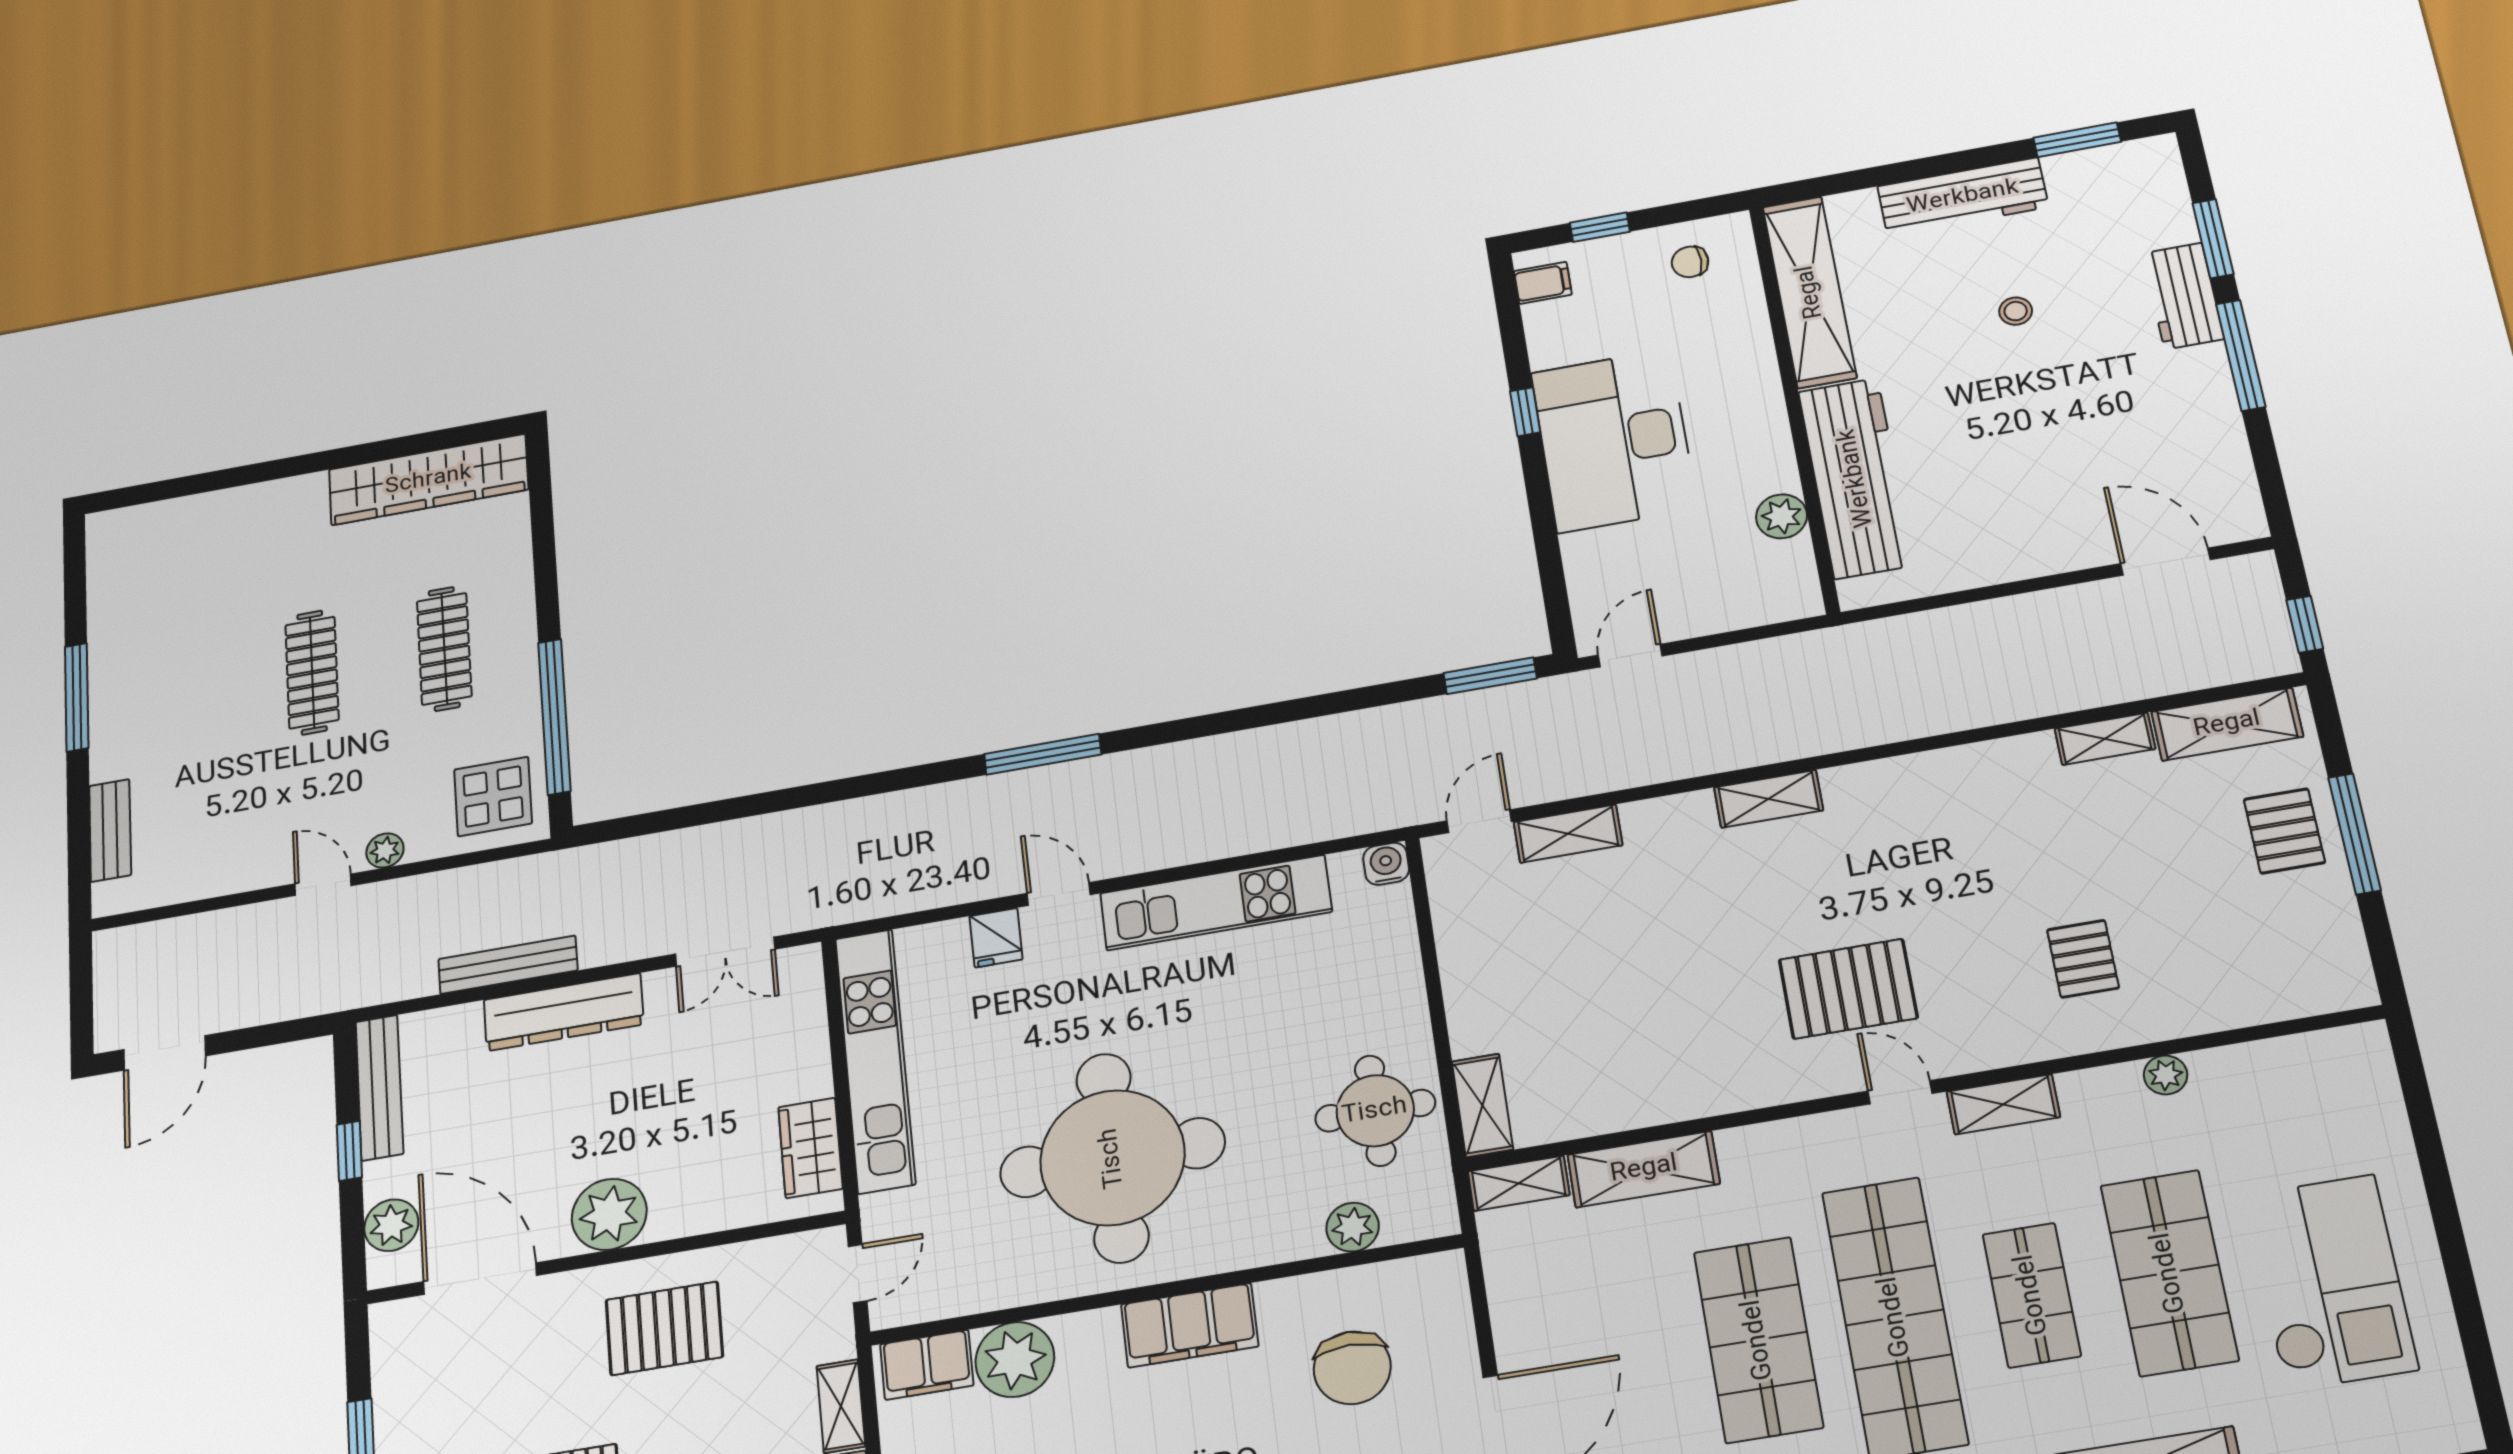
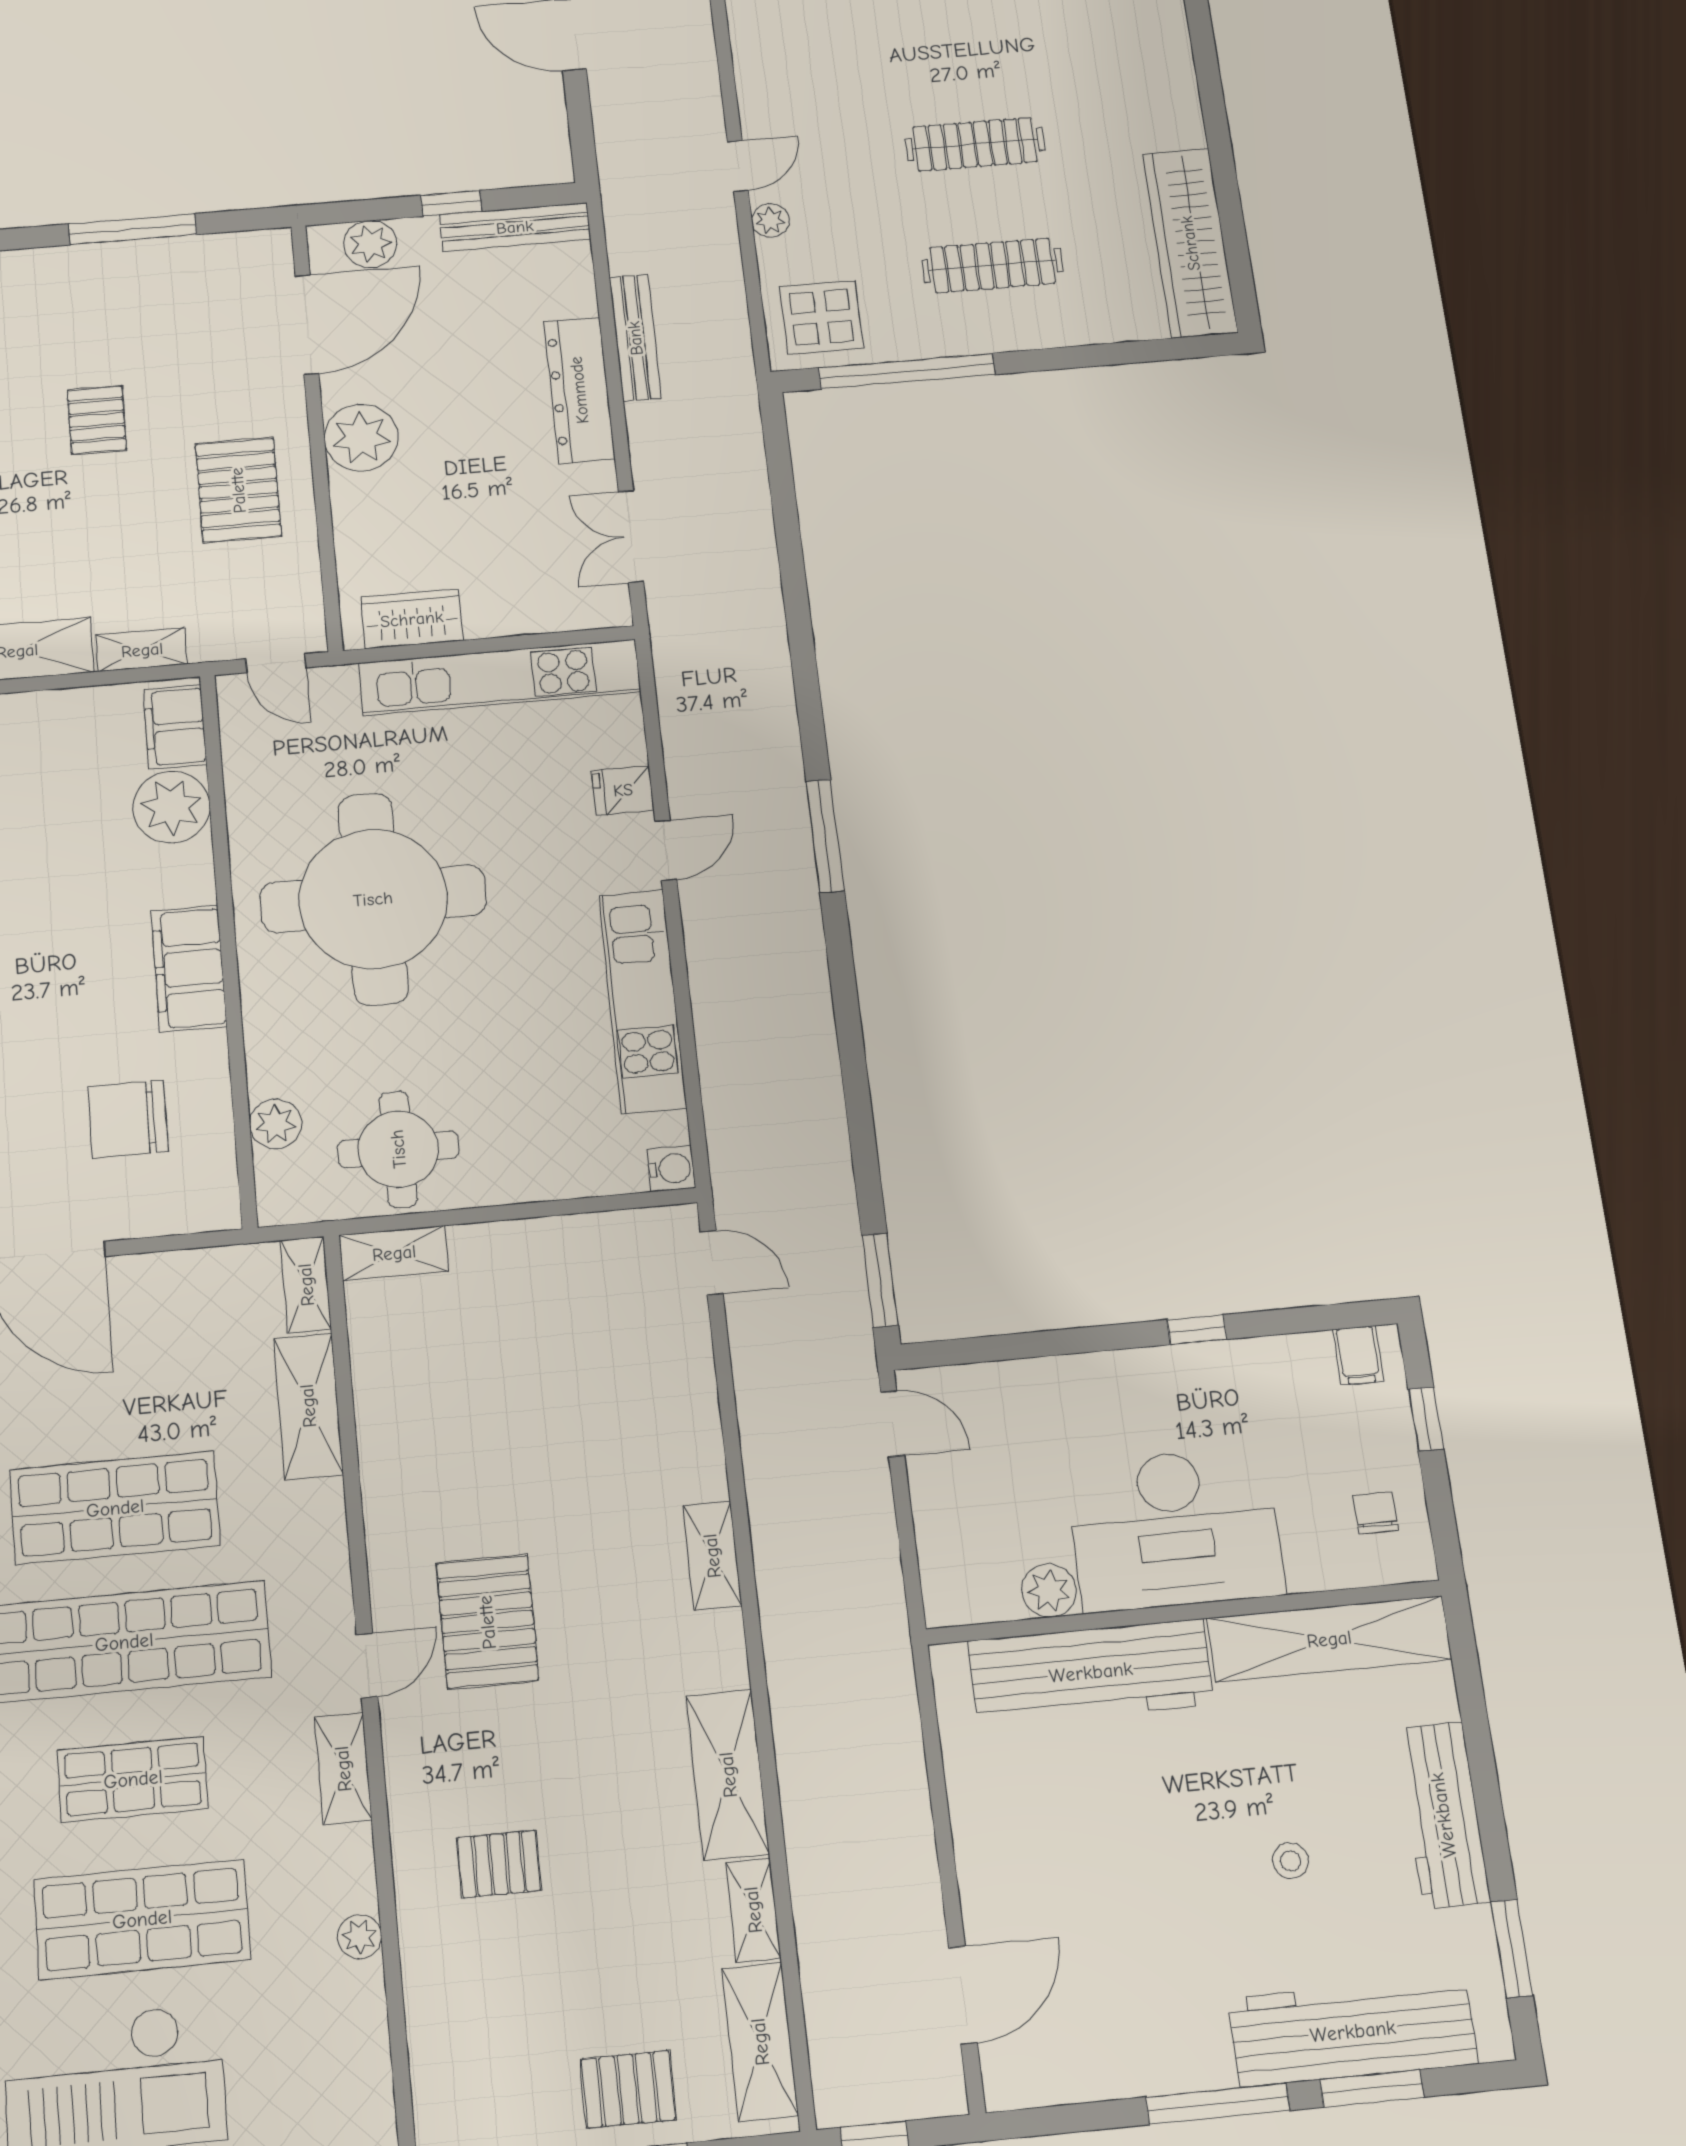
workbench: (2183, 296) -> (1353, 2031), width x1.88, depth x1.32
desk: (1614, 440) -> (1175, 1529), moved, turned 180
shelving: (1568, 834) -> (728, 1775), moved, width x1.50, depth x1.33

